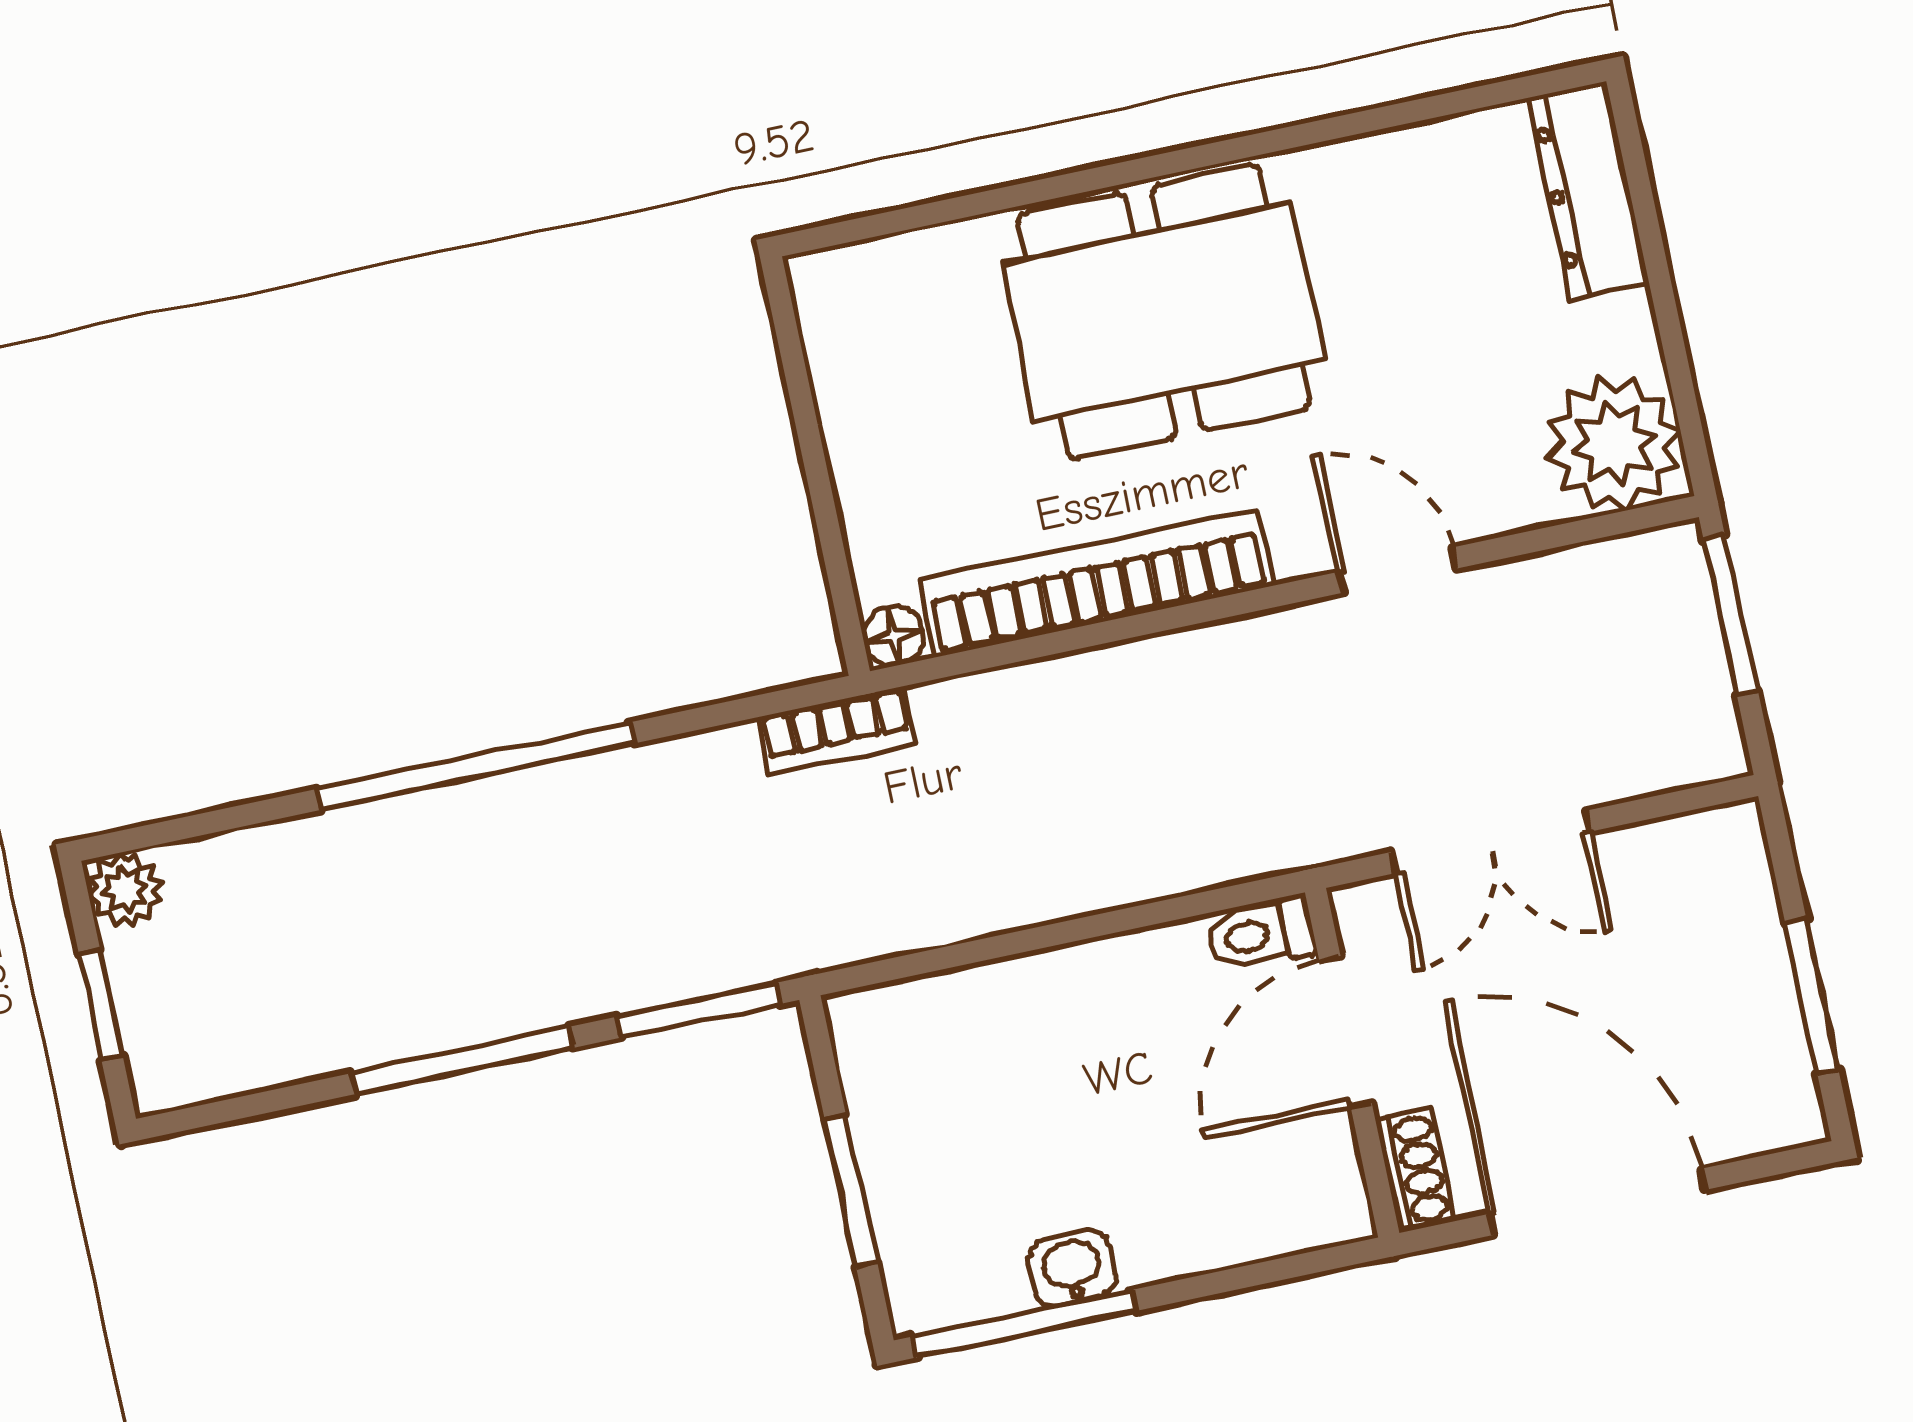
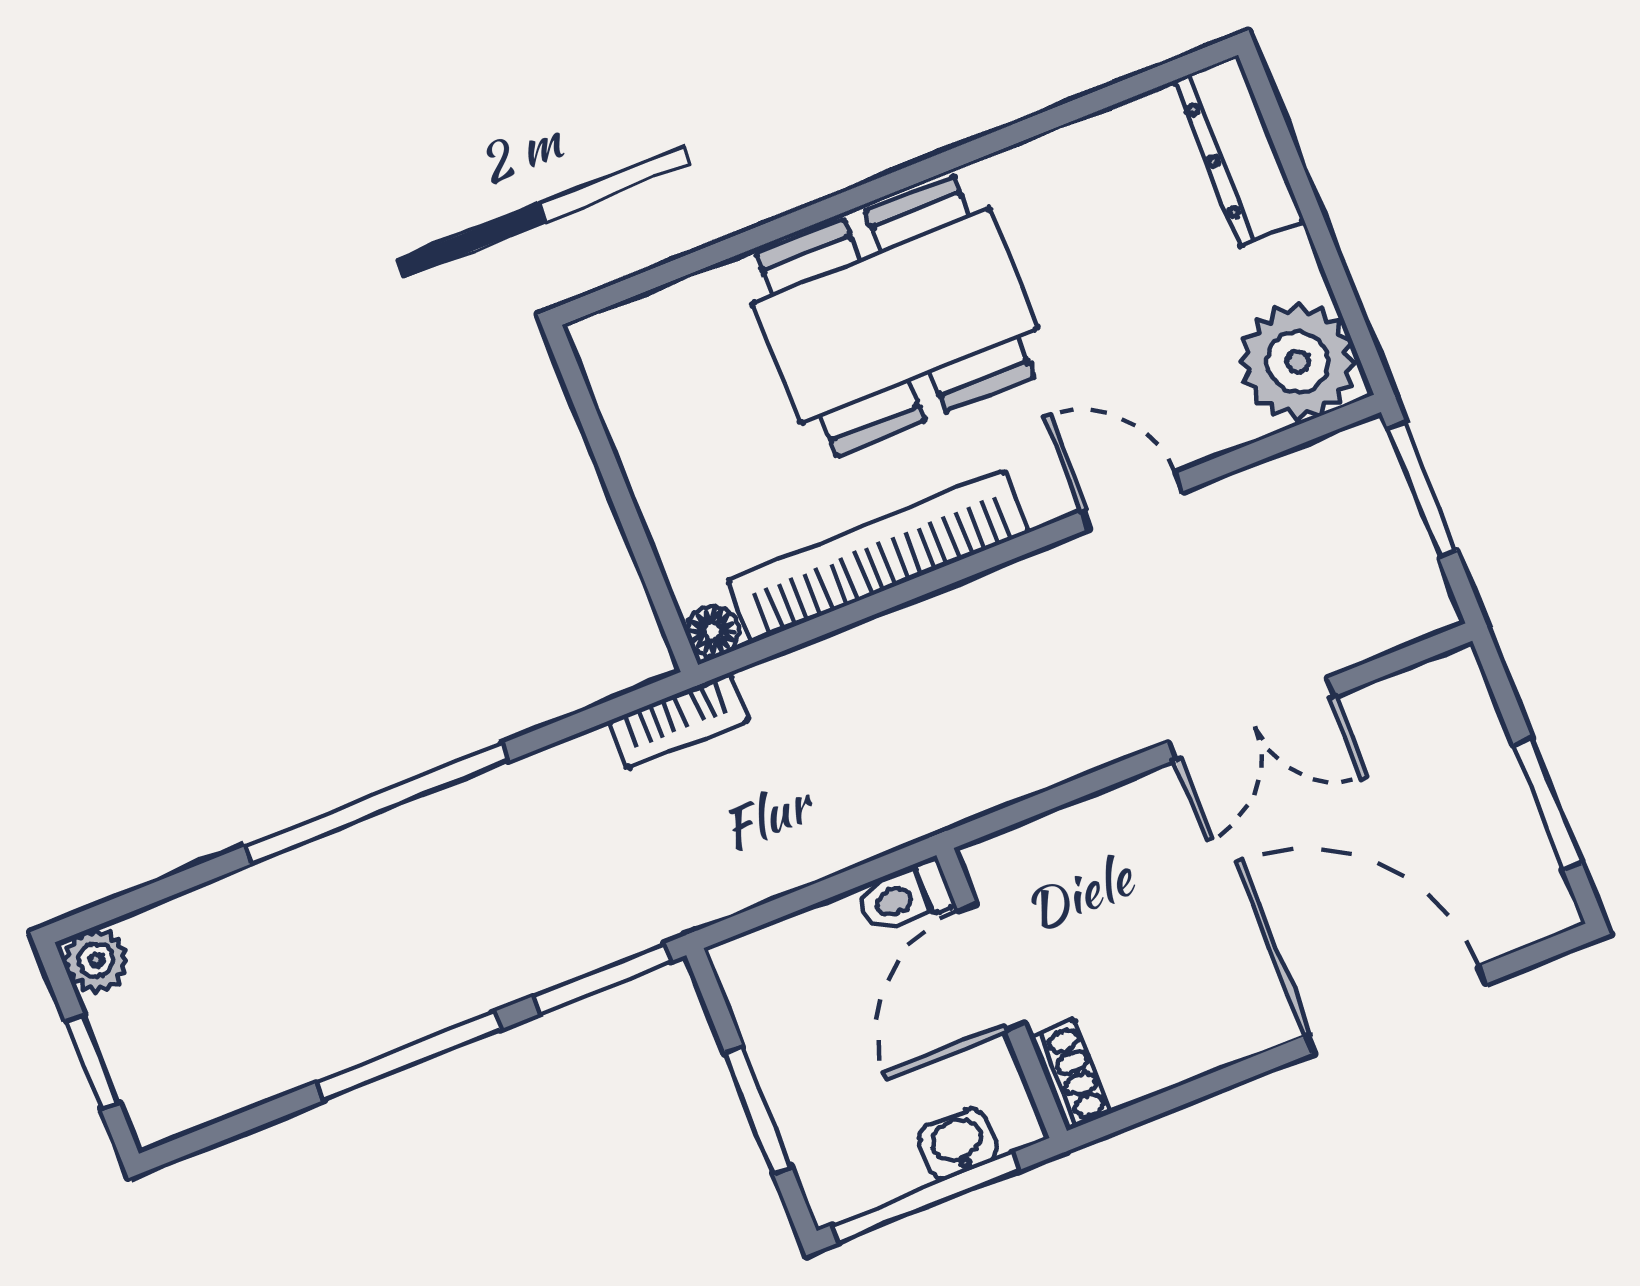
toilet: (1261, 934) -> (905, 897), moved
door: (1346, 1032) -> (991, 968), moved
wall: (1352, 1063) -> (1002, 993), moved
shoe rack: (1415, 1170) -> (1071, 1075), moved

